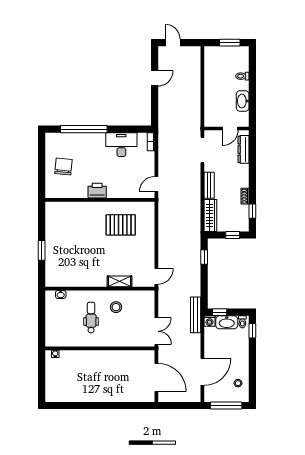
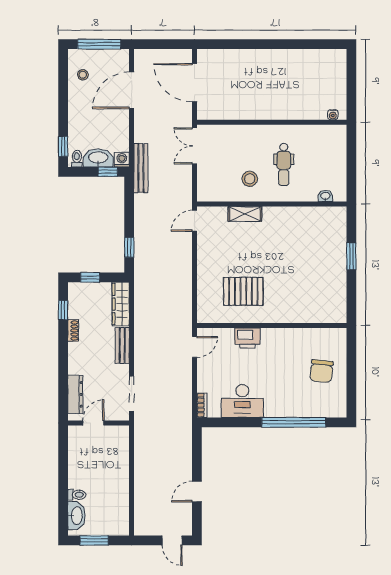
washbasin: (243, 101) -> (76, 516), moved
printer: (97, 191) -> (247, 338), moved

